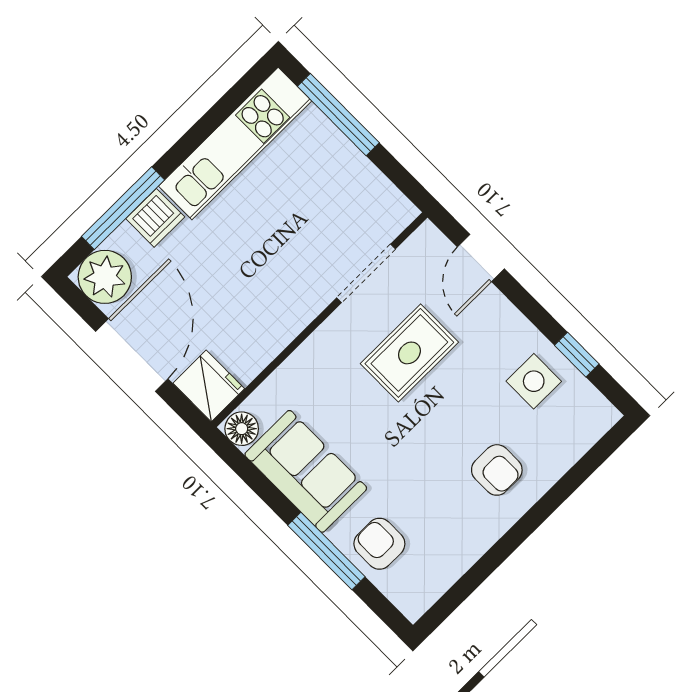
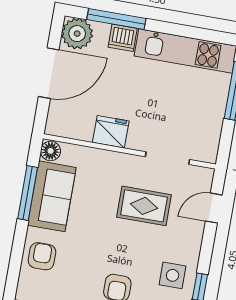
fridge: (209, 386) -> (111, 132), moved, turned -90
window: (326, 551) -> (28, 193), moved

